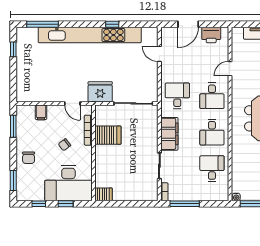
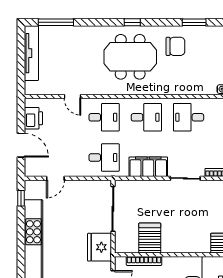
window: (112, 24) -> (21, 198), moved
desk: (177, 96) -> (104, 158), turned 180

